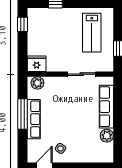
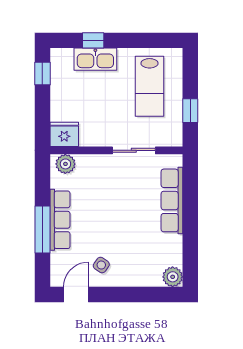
kitchen sink: (57, 15) -> (95, 59), added
window: (22, 114) -> (42, 229), moved
plant: (107, 136) -> (173, 277), moved

